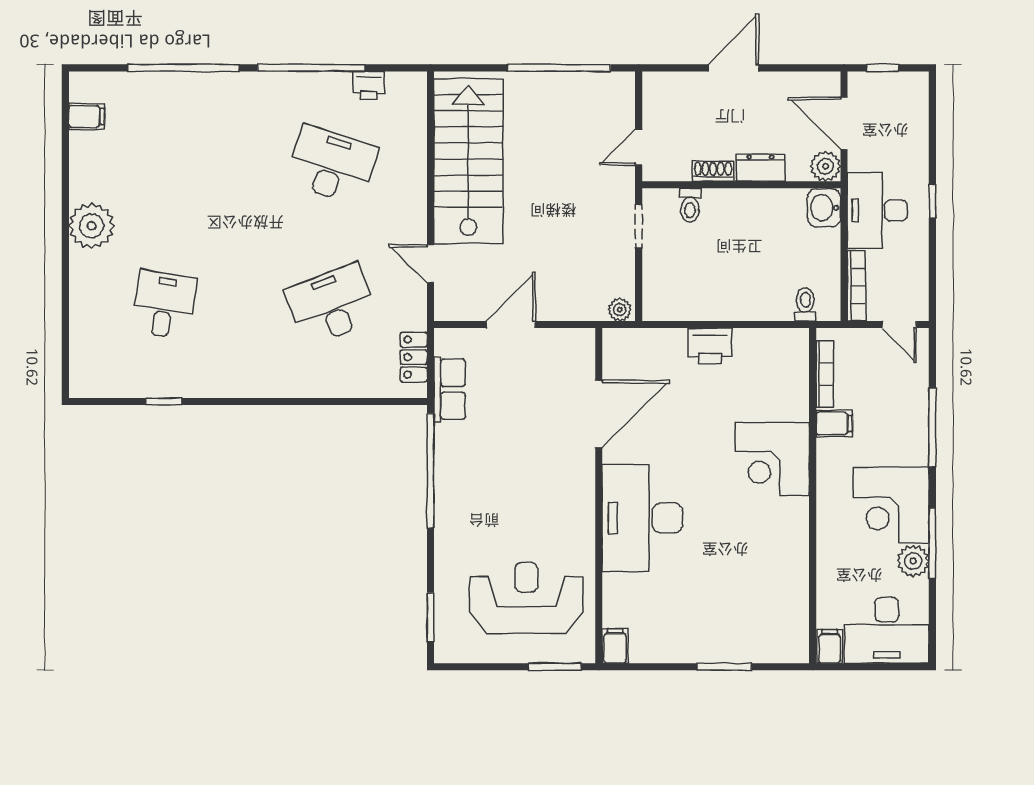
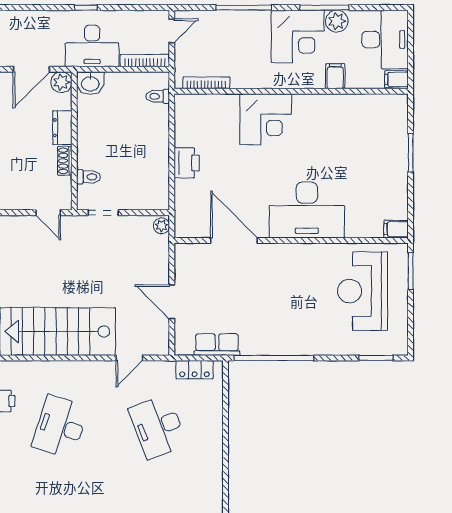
filing cabinet: (834, 423) -> (335, 76), moved

